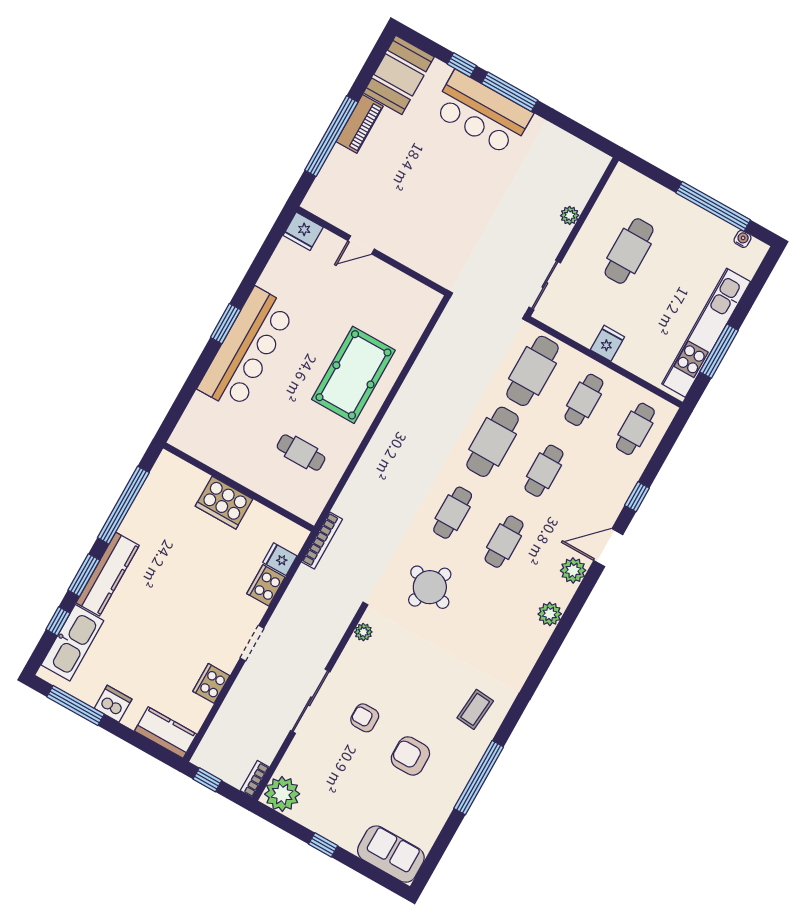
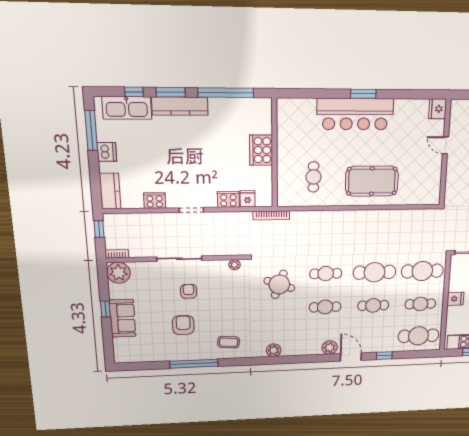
cafe table: (635, 429) -> (418, 336), width x1.37, depth x1.35
plant: (550, 614) -> (274, 350), moved
sofa: (391, 854) -> (122, 318), moved

